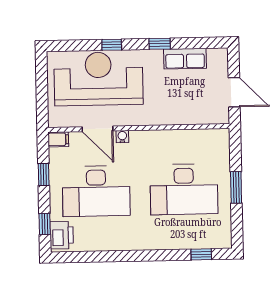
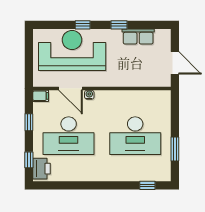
window: (236, 187) -> (175, 149), moved

